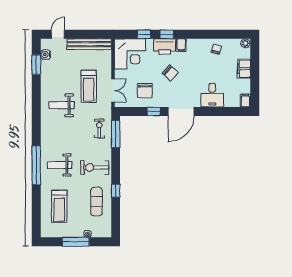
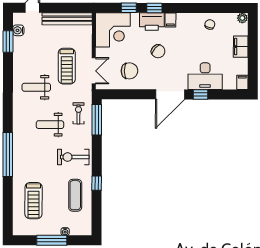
chair: (145, 91) -> (129, 71), turned -90
desk: (212, 95) -> (205, 76), width x1.37
window: (153, 111) -> (201, 94), moved
weight bench: (60, 165) -> (50, 125), moved

